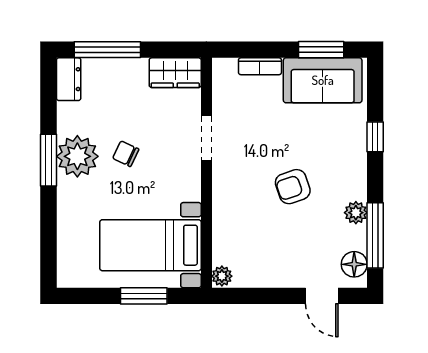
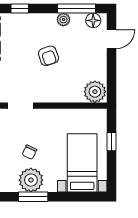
bed with nightstands: (150, 245) -> (82, 163), moved, turned 180
plant: (222, 276) -> (95, 92), width x1.88, depth x1.88
window: (144, 296) -> (111, 142), width x0.67

